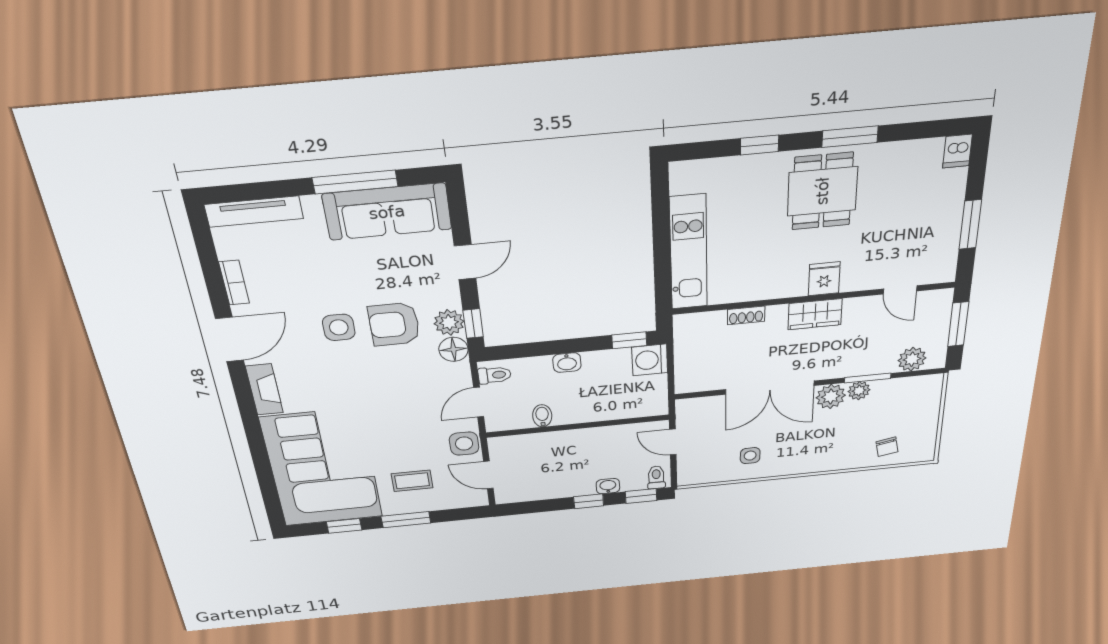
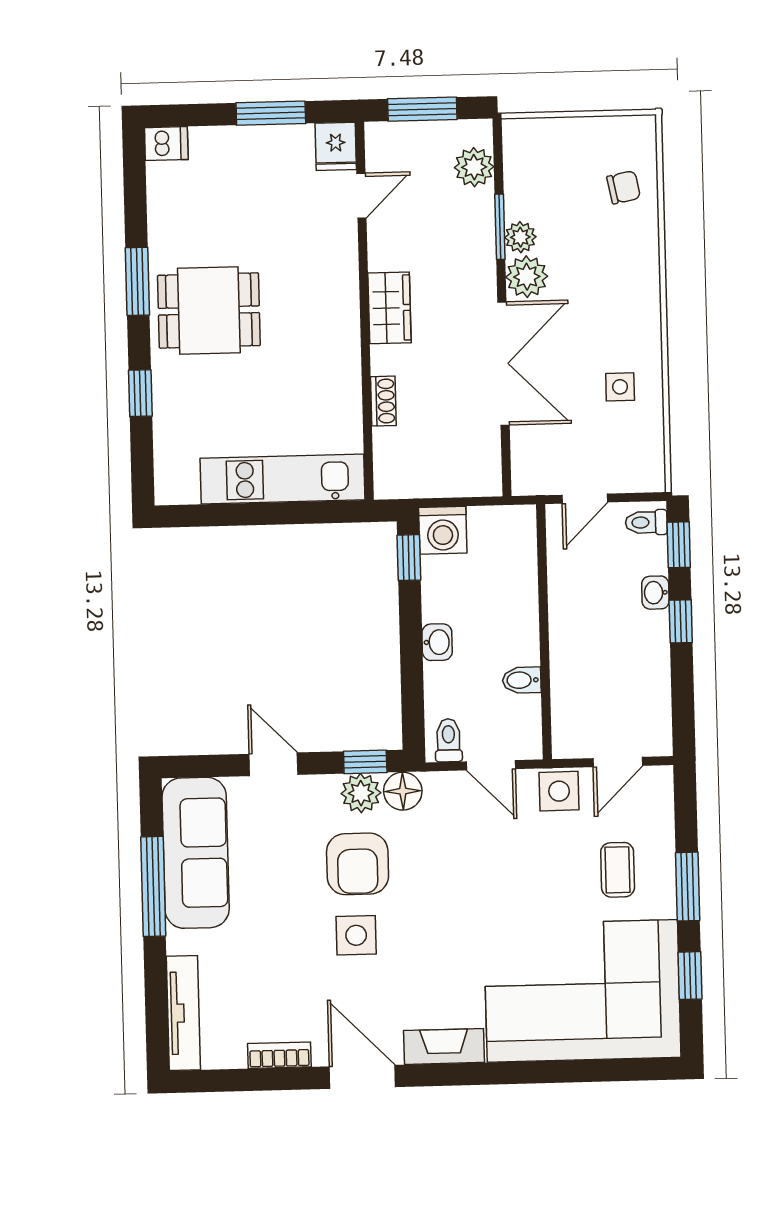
fridge: (824, 279) -> (336, 146), moved, turned -90

